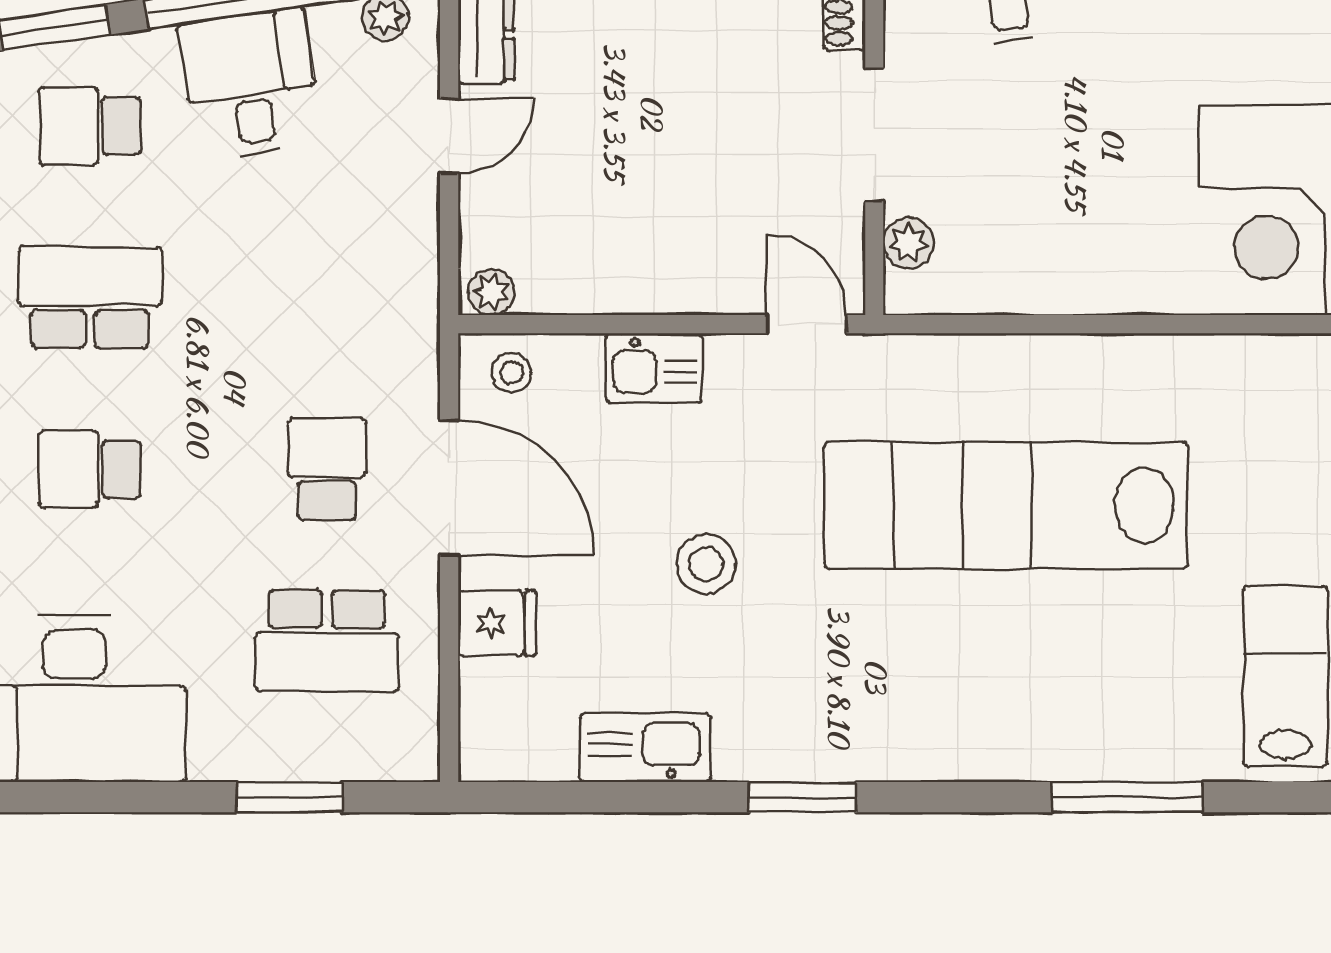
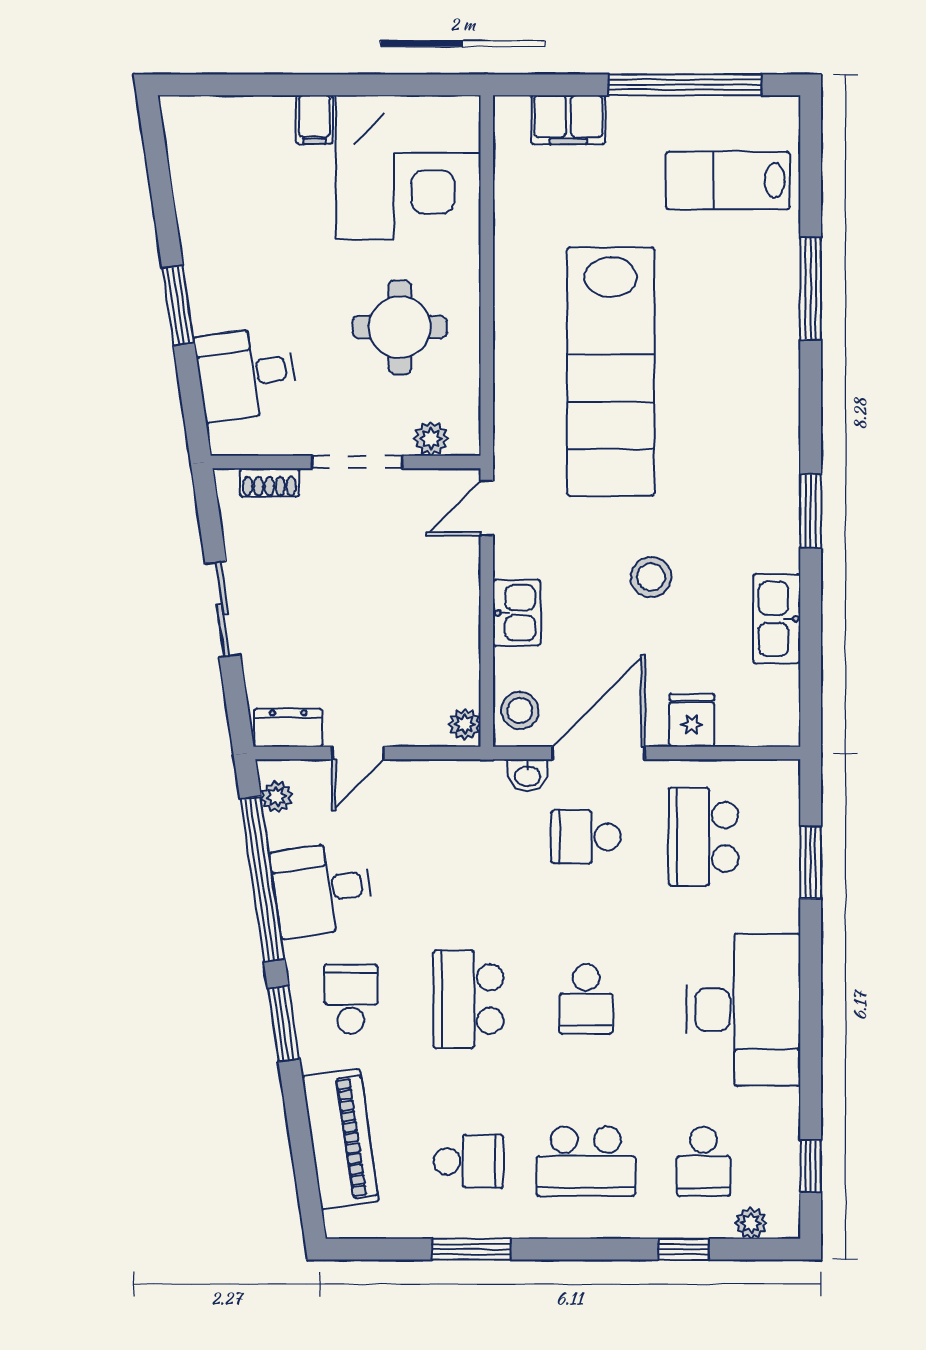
school desk: (90, 126) -> (351, 999), turned 180
door: (449, 136) -> (358, 753), swing flipped
round table: (1071, 197) -> (400, 327), added
stool: (512, 373) -> (520, 710), width x1.37, depth x1.37
washbasin: (417, 384) -> (527, 775), added
school desk: (327, 641) -> (704, 837), turned 180

